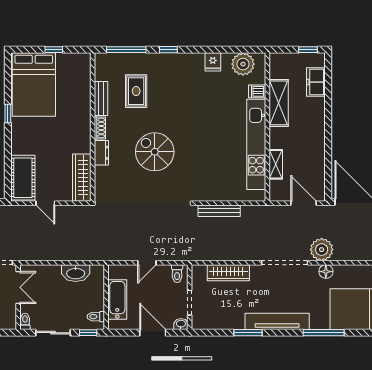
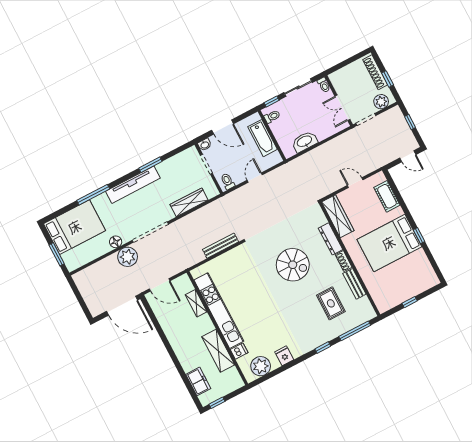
bed: (34, 84) -> (389, 243), moved, turned -90
dresser: (101, 153) -> (331, 239), width x1.44
cot: (23, 178) -> (387, 196), width x0.73, depth x0.75

